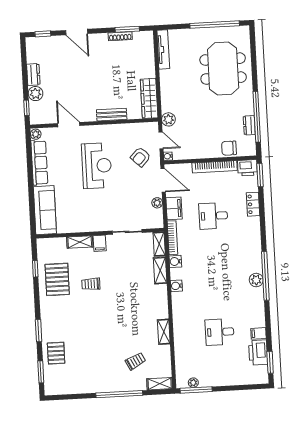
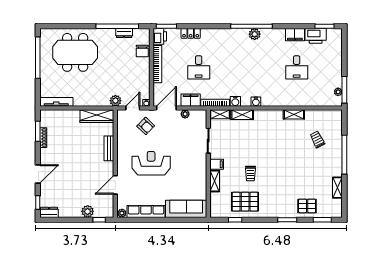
dresser: (33, 75) -> (49, 212), moved
filing cabinet: (259, 333) -> (295, 35), width x2.00
shelving: (160, 384) -> (337, 188), moved

